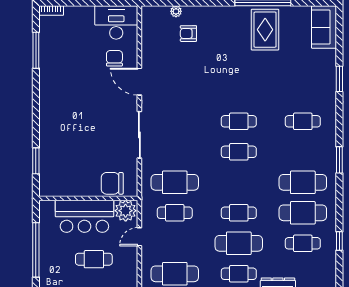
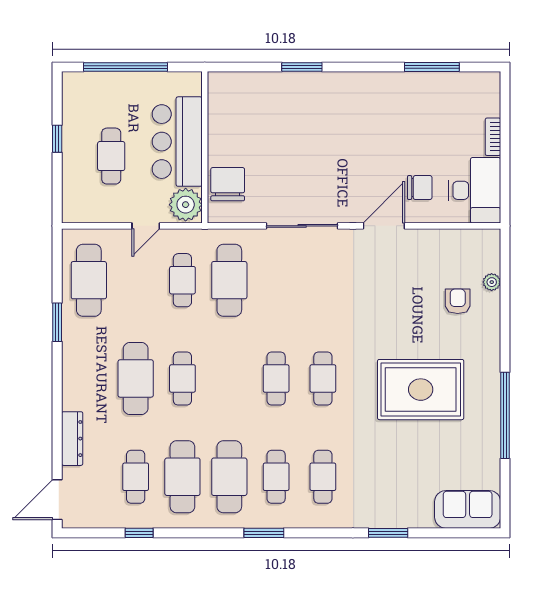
bookcase: (51, 11) -> (493, 137), moved
rug: (265, 30) -> (421, 390), moved, width x1.37, depth x1.44
window: (36, 161) -> (302, 67), moved
door: (139, 237) -> (146, 226), swing flipped
cafe table: (239, 274) -> (276, 477), moved

